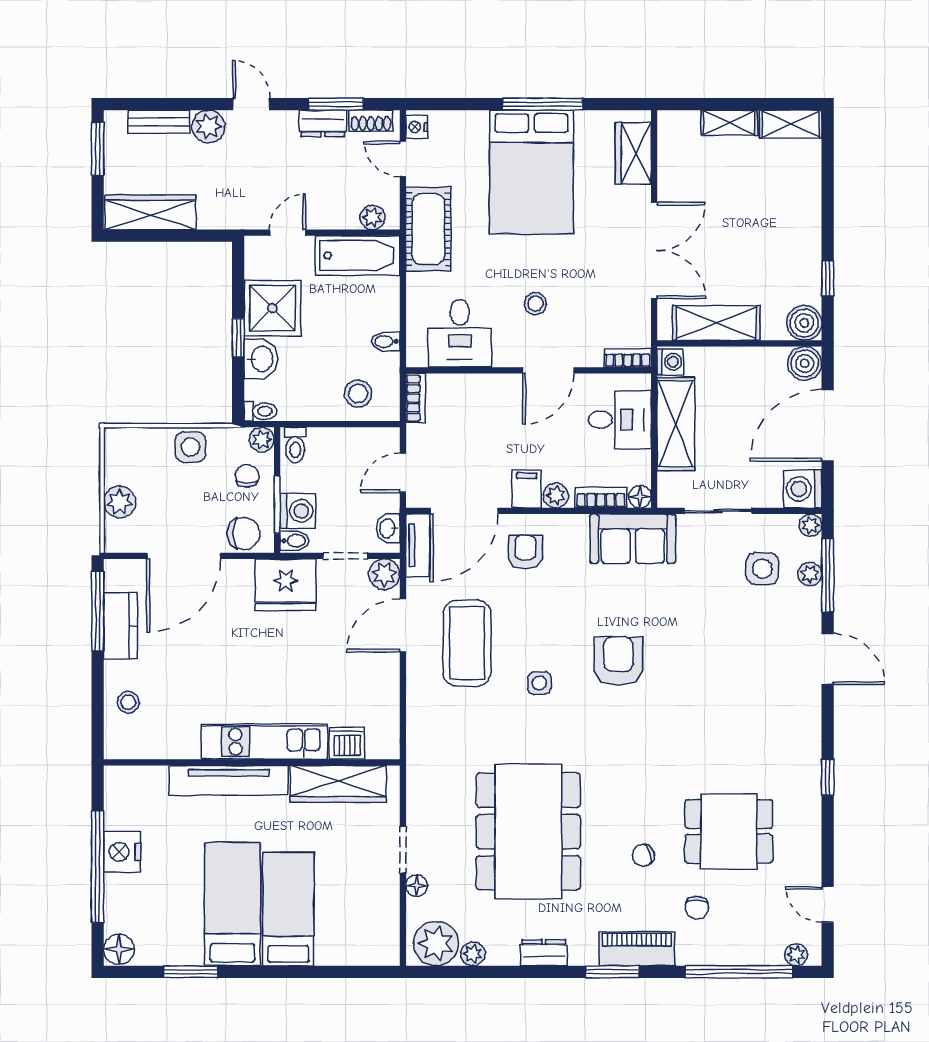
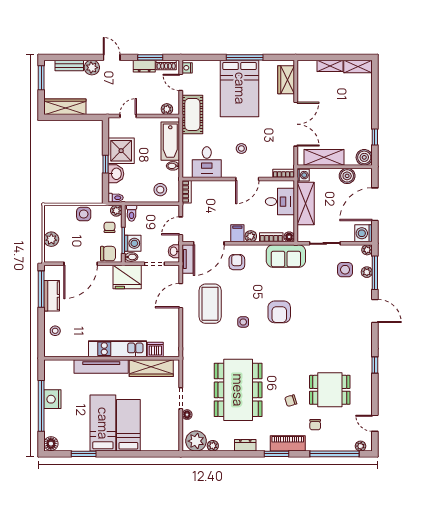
bathtub: (358, 256) -> (170, 141), moved, turned 90
boiler: (805, 363) -> (347, 176), moved
plant: (384, 574) -> (172, 272), removed
armchair: (618, 661) -> (279, 312), turned 180

